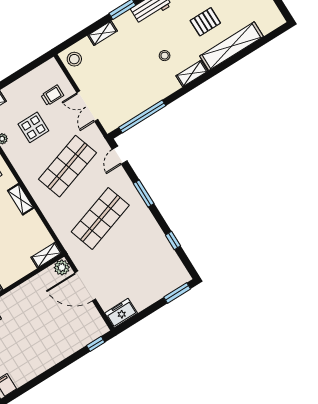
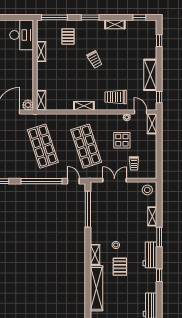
pallet: (205, 22) -> (120, 267), moved
window: (144, 194) -> (42, 181), width x2.11

